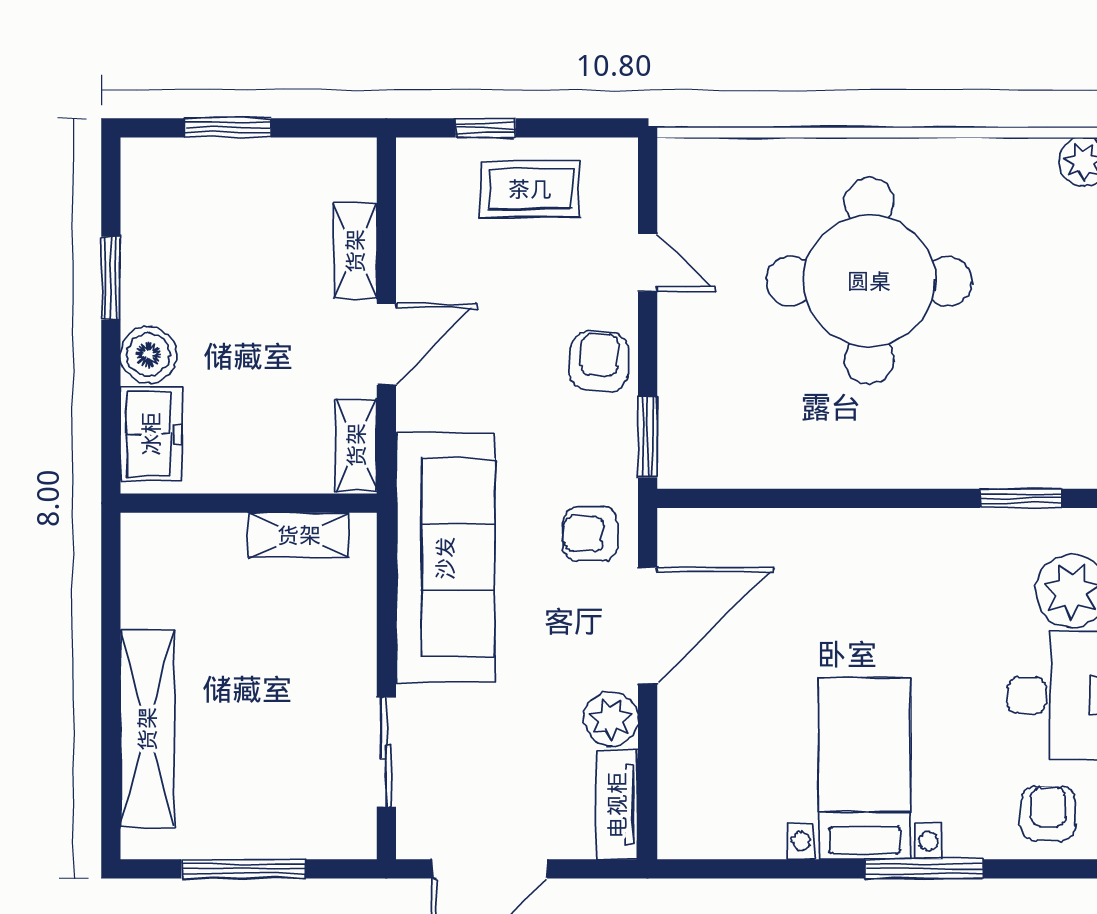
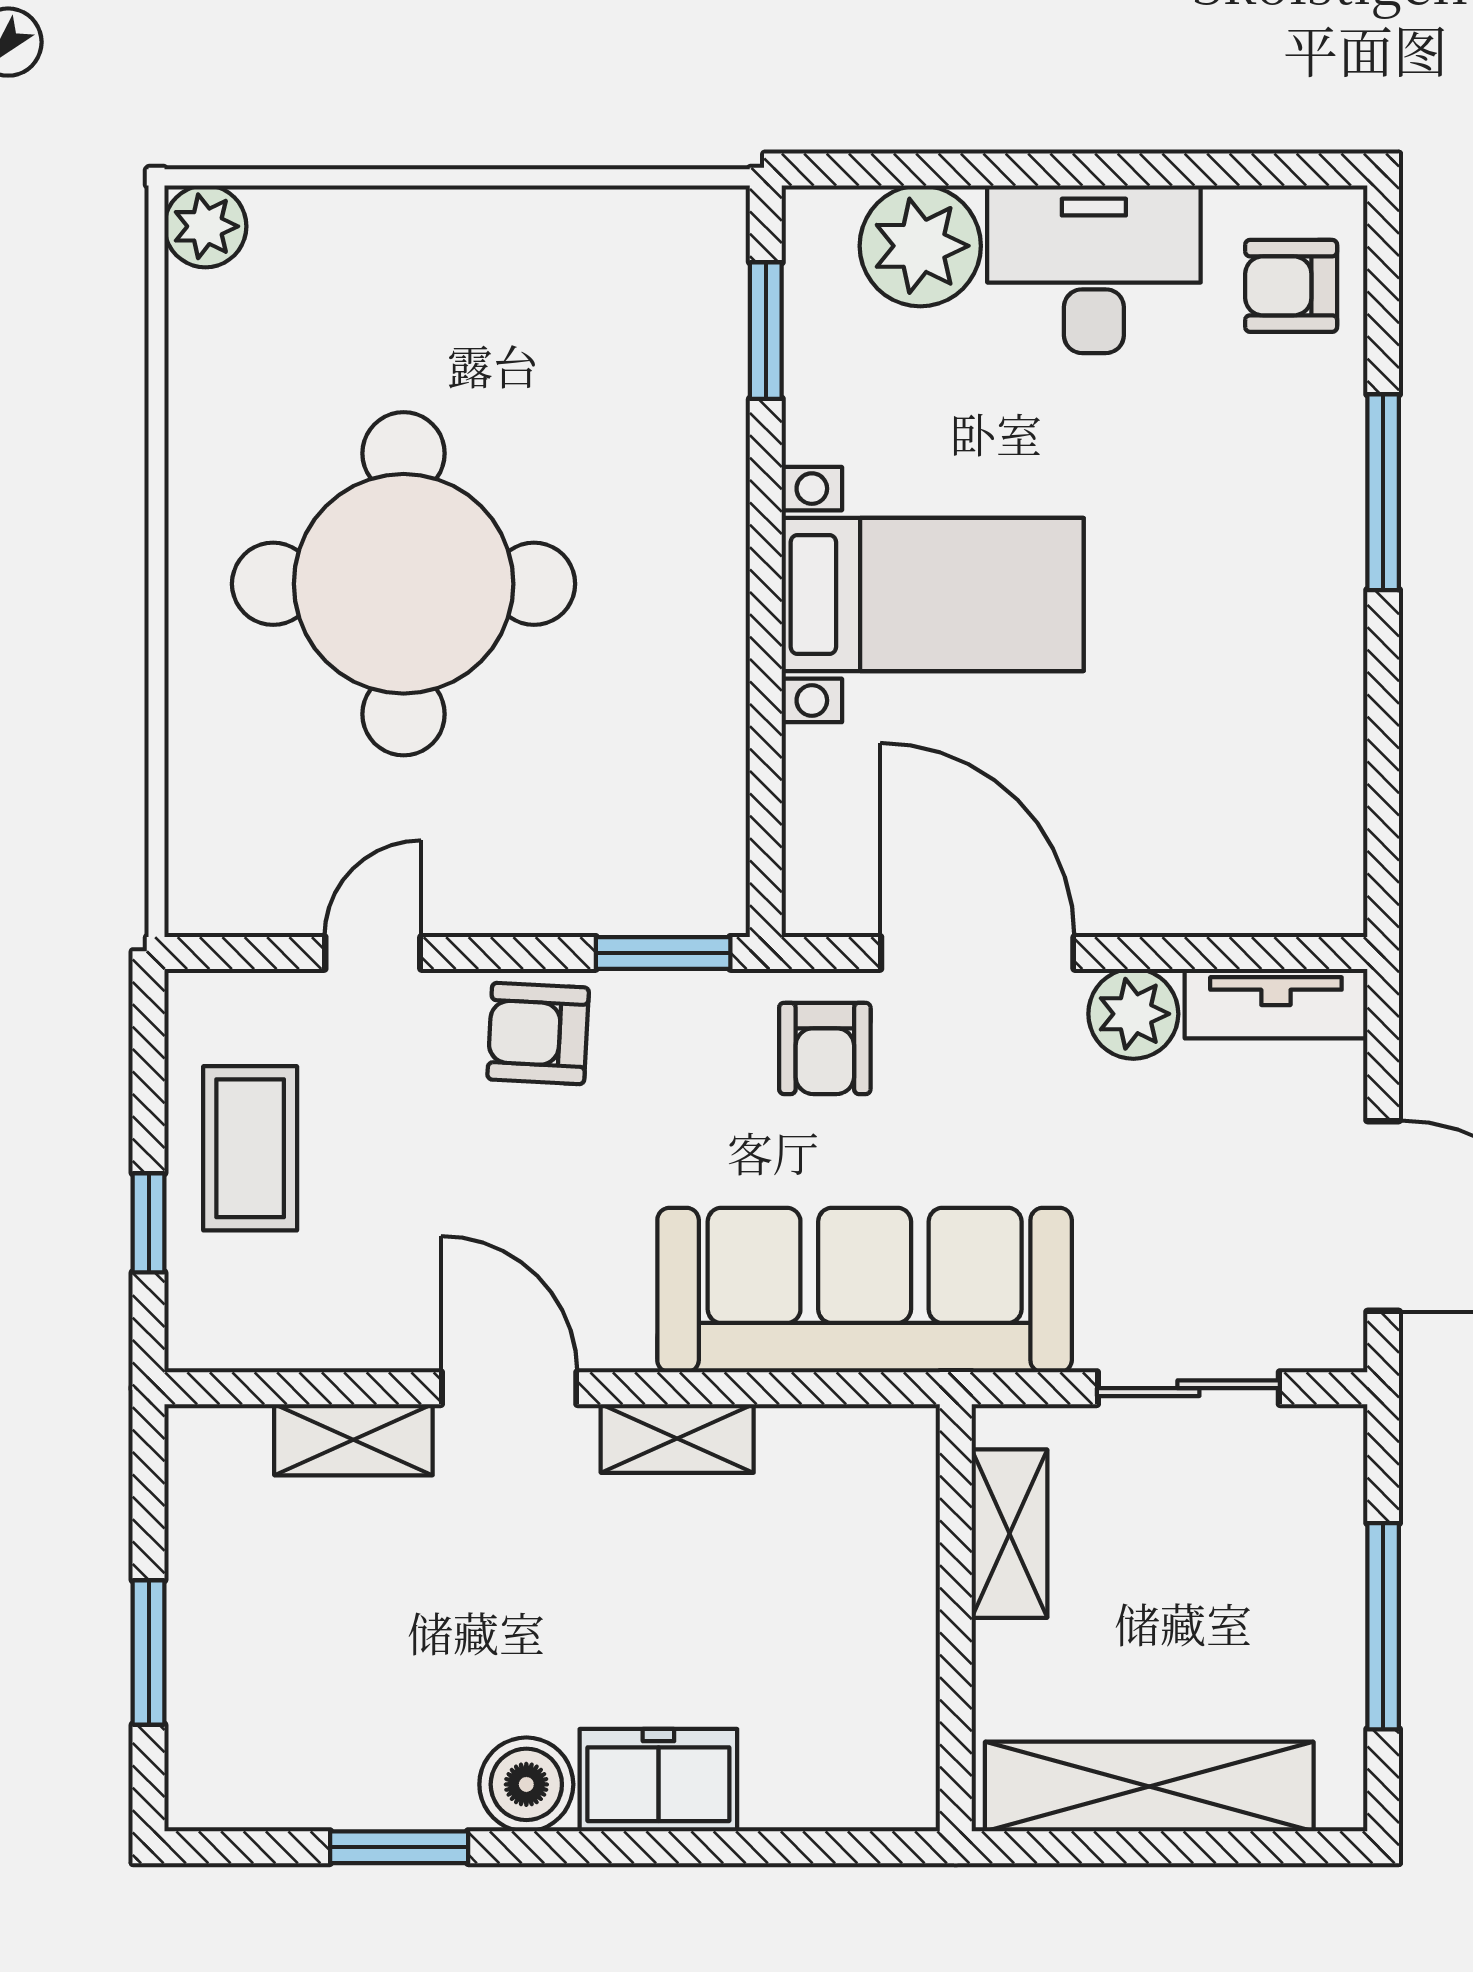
wall: (249, 503) -> (956, 1618), moved
shelving: (299, 535) -> (1009, 1534), moved
bed with nightstands: (865, 769) -> (933, 595), moved, turned 180

